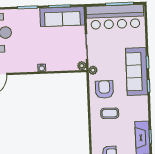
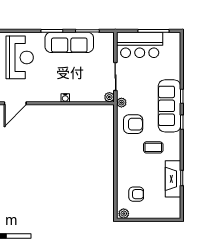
sofa: (62, 17) -> (69, 42), moved
bar counter: (115, 17) -> (140, 45), width x0.73
armchair: (104, 89) -> (133, 124), turned 90
coffee table: (110, 113) -> (153, 147), moved

